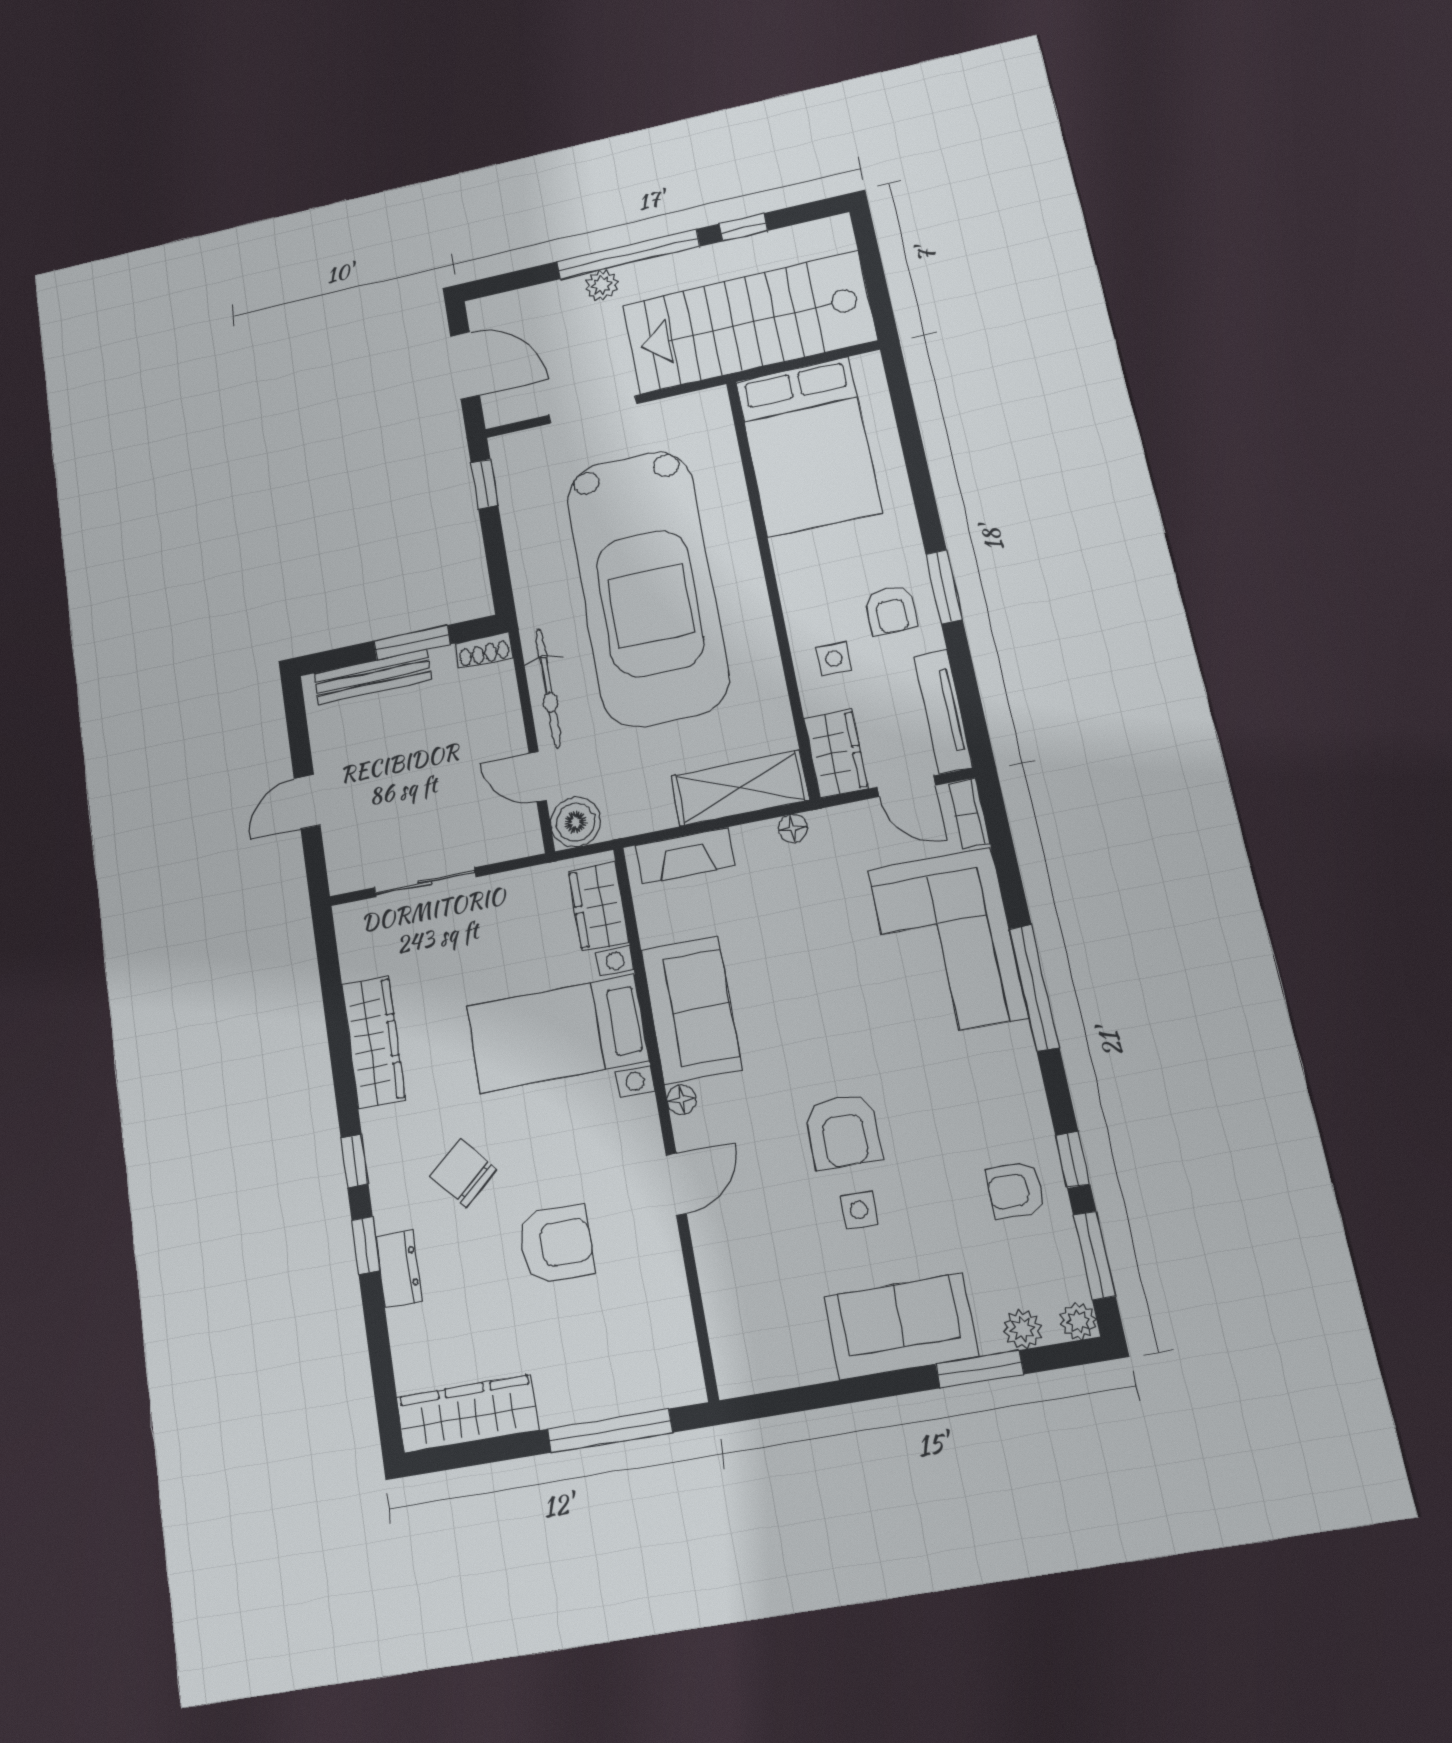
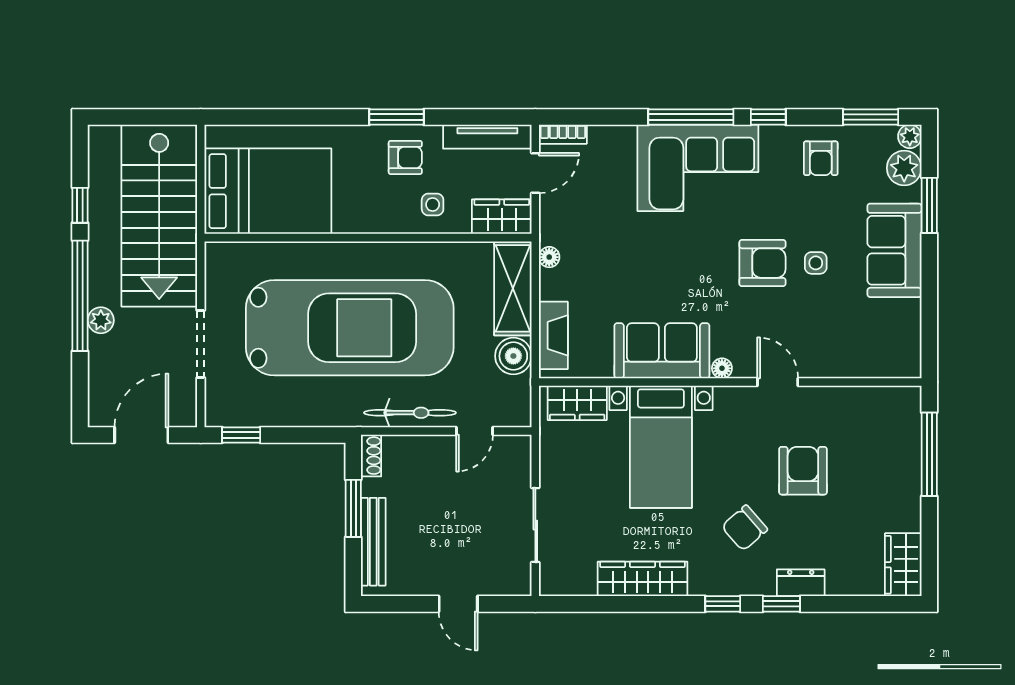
boiler: (576, 822) -> (513, 356), moved
corner sofa: (947, 943) -> (698, 168), moved
window: (1073, 1160) -> (768, 117), moved
plant: (1023, 1329) -> (904, 168), width x1.38, depth x1.38
wardrobe: (468, 1414) -> (903, 565), width x0.67

